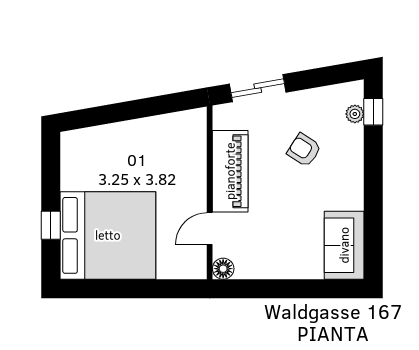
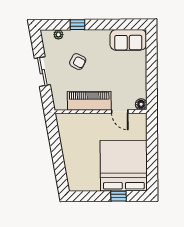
sliding door: (258, 88) -> (42, 72), moved
window: (373, 112) -> (78, 25), moved
armchair: (304, 150) -> (78, 62), turned -95

